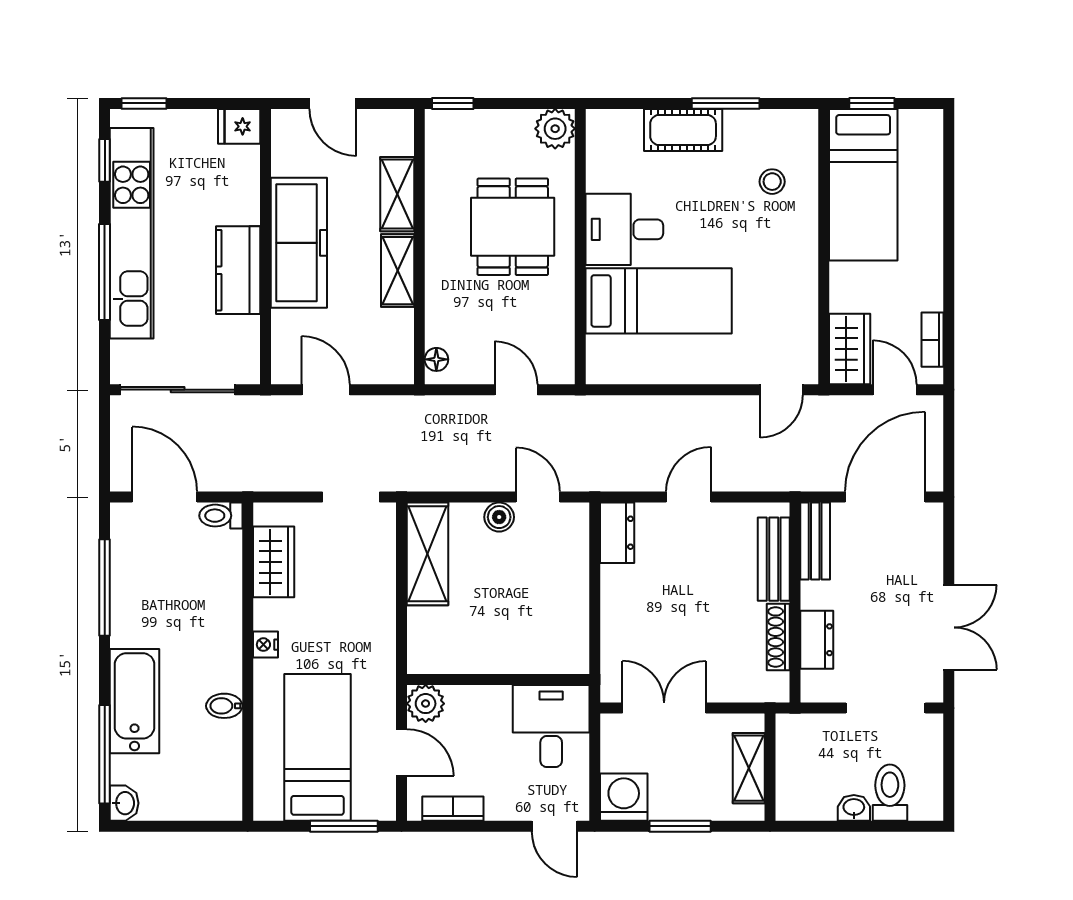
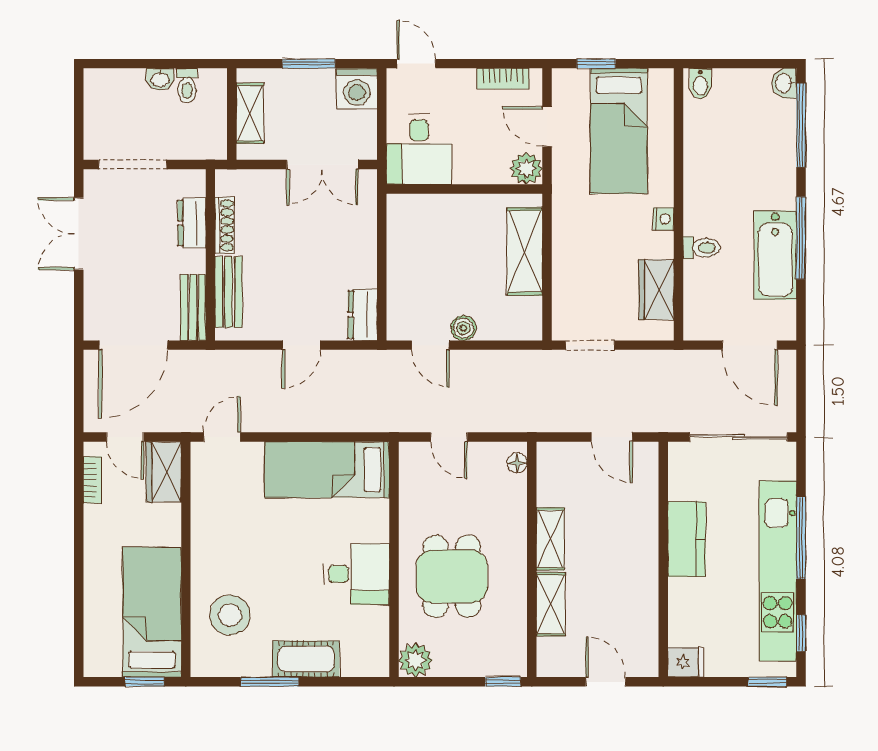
stool: (772, 182) -> (230, 615), width x1.89, depth x1.89
freezer: (299, 243) -> (635, 563), removed
bed: (659, 301) -> (327, 470), moved
toilet: (221, 516) -> (702, 248), moved
shelving: (427, 554) -> (525, 251), moved
window: (105, 587) -> (801, 238), moved
bathtub: (135, 701) -> (775, 255), moved
bidet: (224, 706) -> (700, 84), moved, turned 90
toilet: (890, 793) -> (187, 86), moved, width x0.73, depth x0.72
window: (344, 826) -> (596, 64), width x0.67

